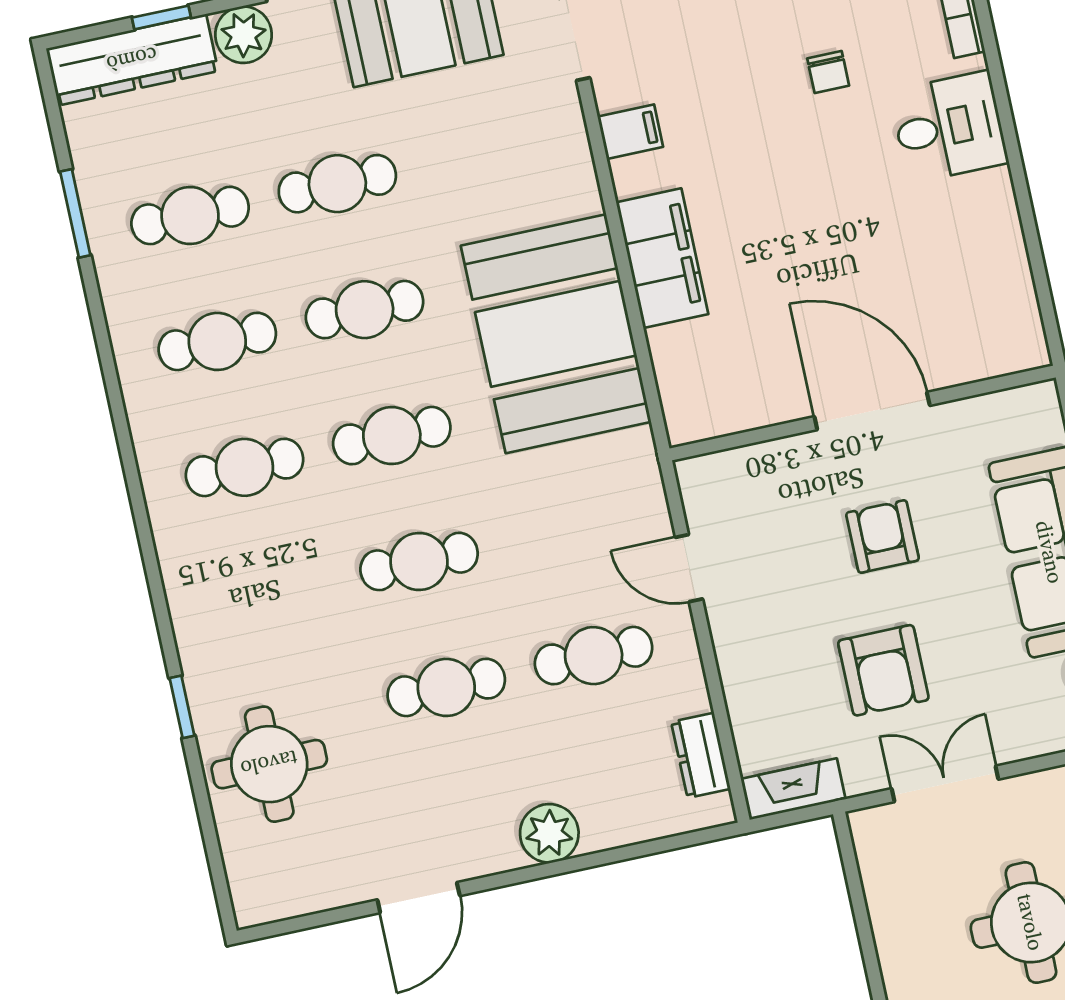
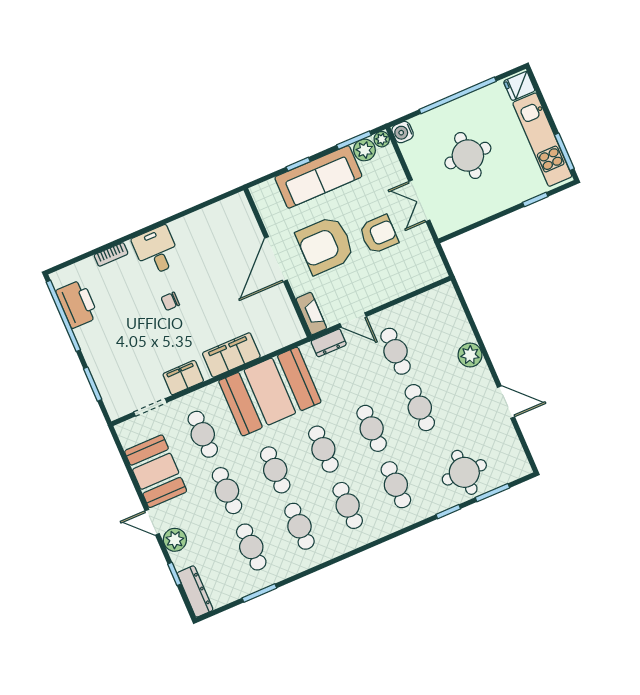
dresser: (132, 60) -> (195, 591), width x0.73, depth x0.80
chair: (828, 72) -> (170, 301), moved, turned 180
filing cabinet: (630, 132) -> (183, 378), width x2.00
cafe table: (485, 152) -> (203, 434), added
armchair: (882, 537) -> (325, 245), width x1.88, depth x1.88
door: (689, 568) -> (353, 320), hinge flipped
cafe table: (272, 593) -> (396, 485), added
dresser: (701, 755) -> (329, 343), moved
fireplace: (793, 789) -> (311, 314), moved, turned 180
window: (207, 822) -> (492, 493), added

